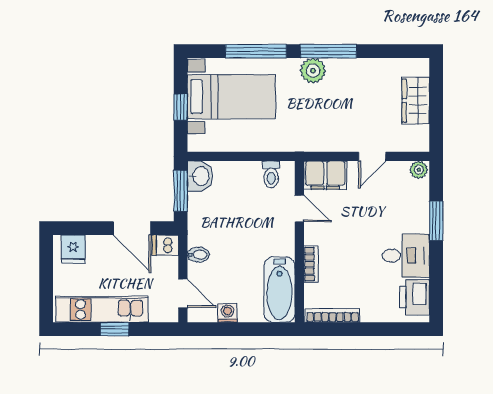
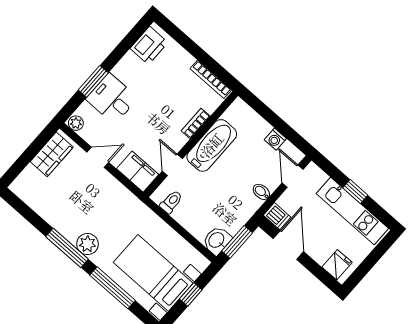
wardrobe: (416, 101) -> (52, 154), moved
desk: (406, 256) -> (112, 99), moved
bathtub: (280, 290) -> (212, 145), moved

